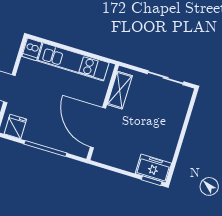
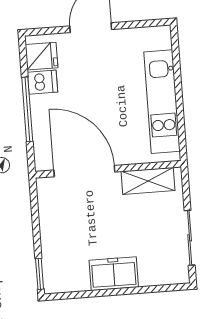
dishwasher: (32, 49) -> (42, 82), moved, turned 180
door: (98, 128) -> (84, 171), hinge flipped
freezer: (153, 168) -> (114, 274), moved, turned -90

